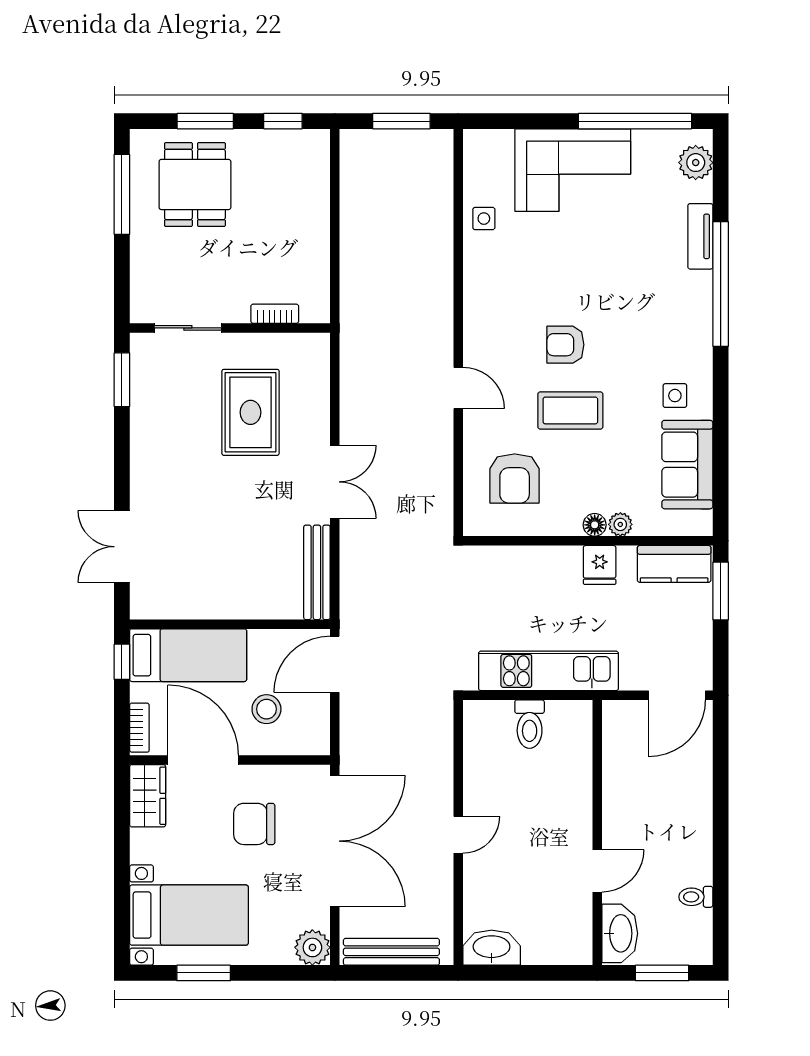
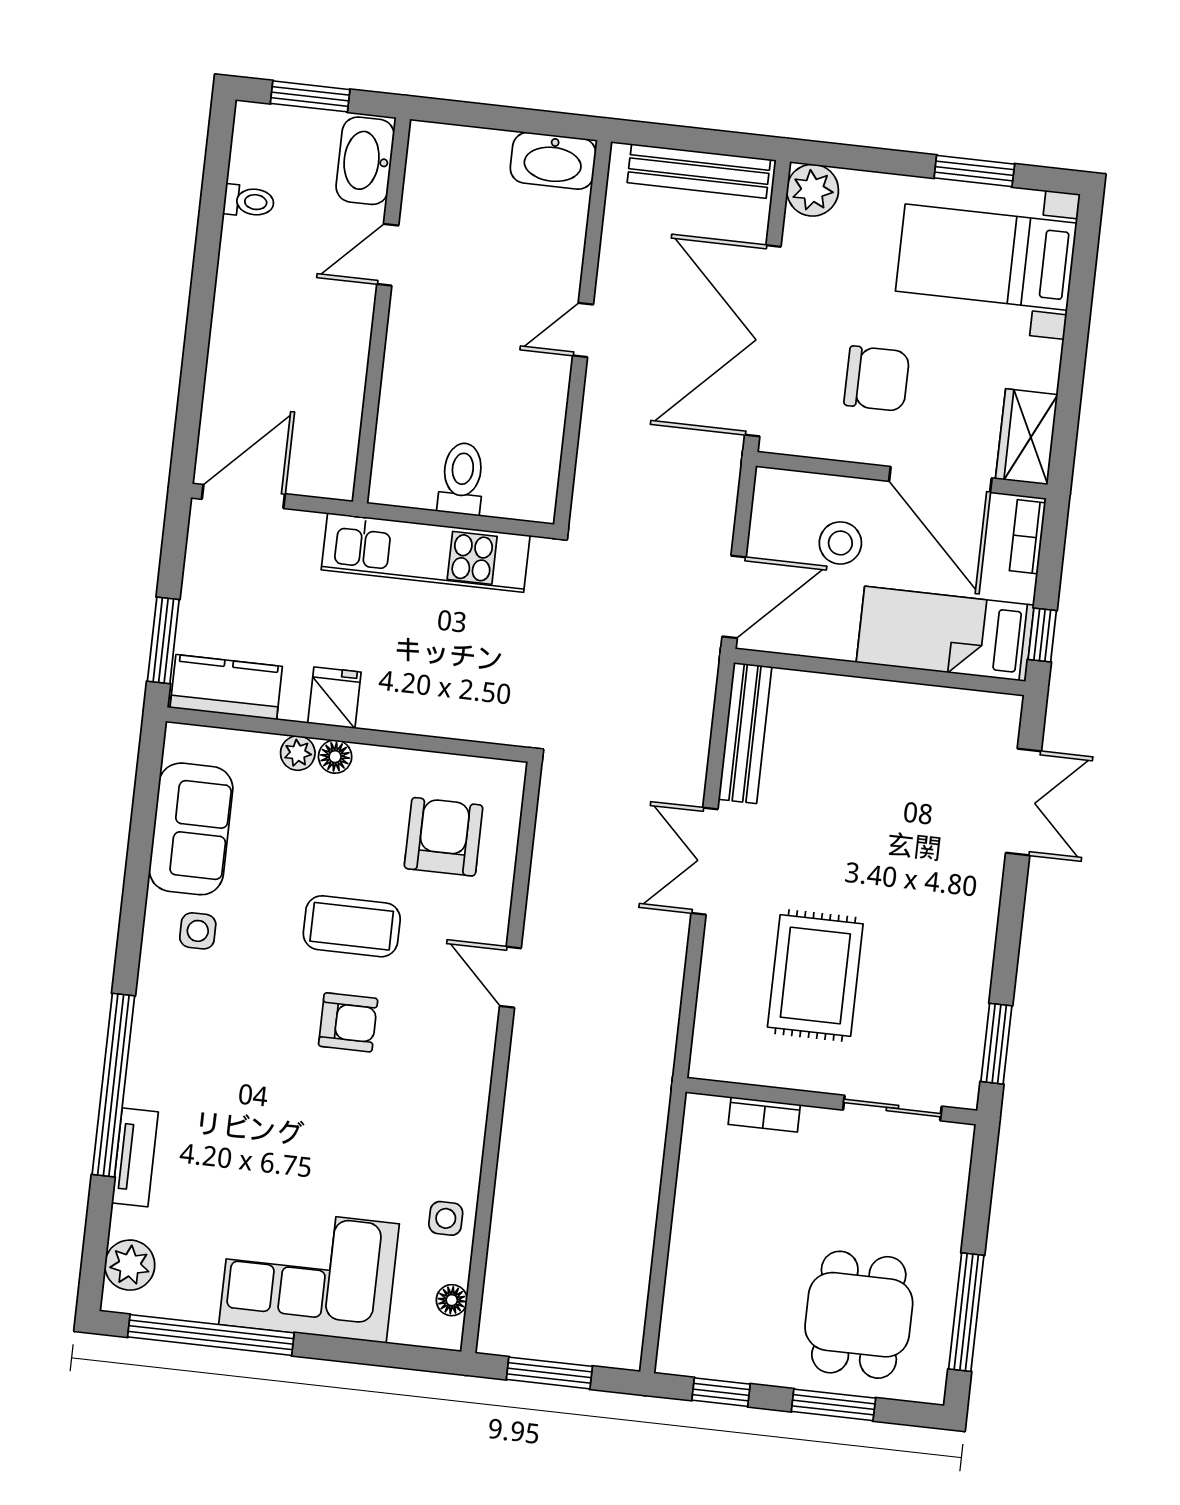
floor lamp: (474, 163) -> (452, 1300), added

